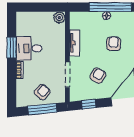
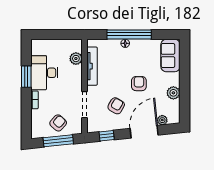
plant: (59, 18) -> (76, 59), moved
tv unit: (75, 43) -> (92, 66), width x1.41
armchair: (114, 44) -> (139, 84), moved
desk: (29, 48) -> (44, 73), width x1.37

